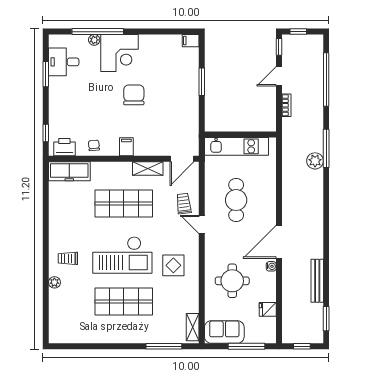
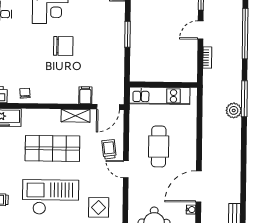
chair: (134, 95) -> (63, 46), turned 90
filing cabinet: (126, 147) -> (85, 95), moved
checkout: (122, 255) -> (51, 197), turned 180

